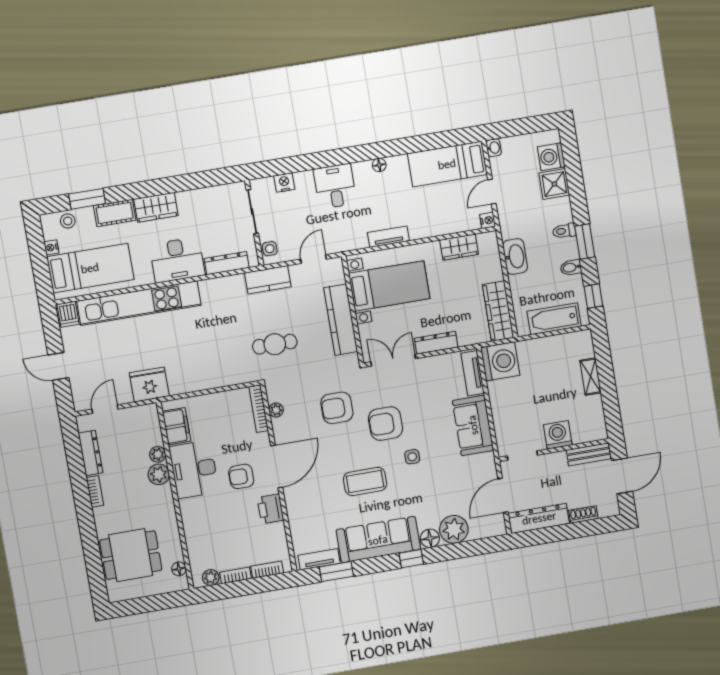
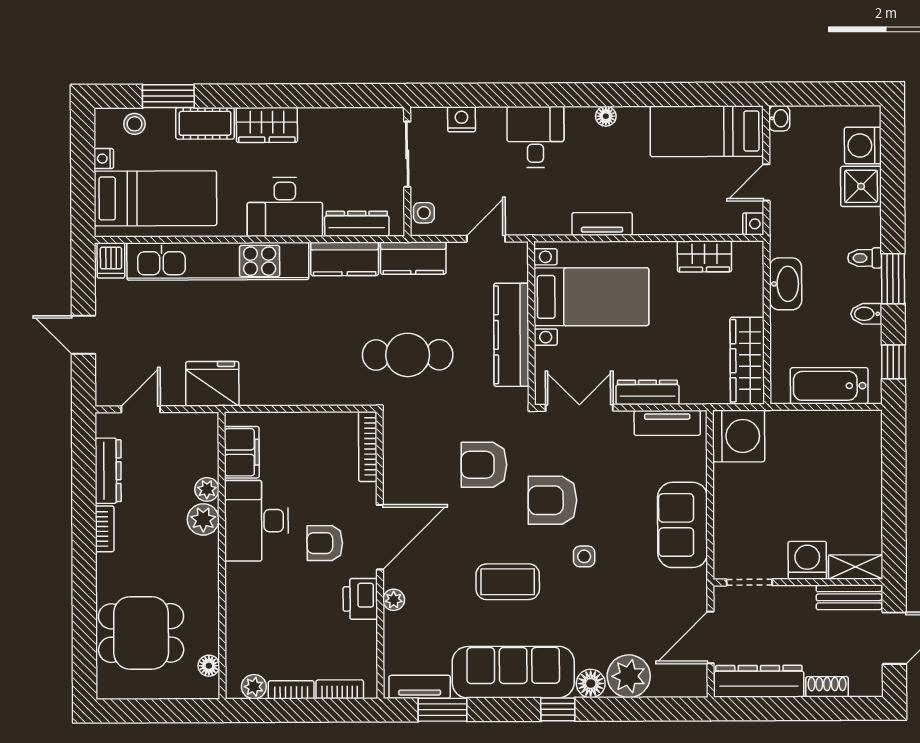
kitchen counter: (223, 288) -> (345, 259), added
cafe table: (275, 344) -> (408, 355), width x1.37, depth x1.35
tv unit: (473, 373) -> (667, 423), moved, turned -90
shelving: (590, 377) -> (856, 567), moved, turned 90
plant: (276, 410) -> (394, 600), moved

